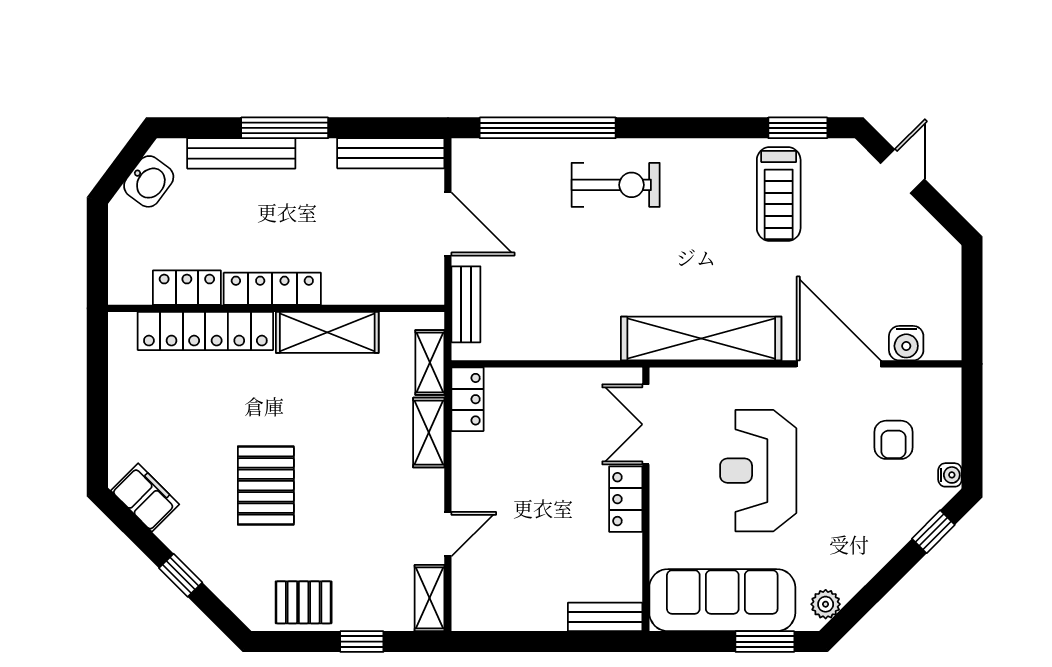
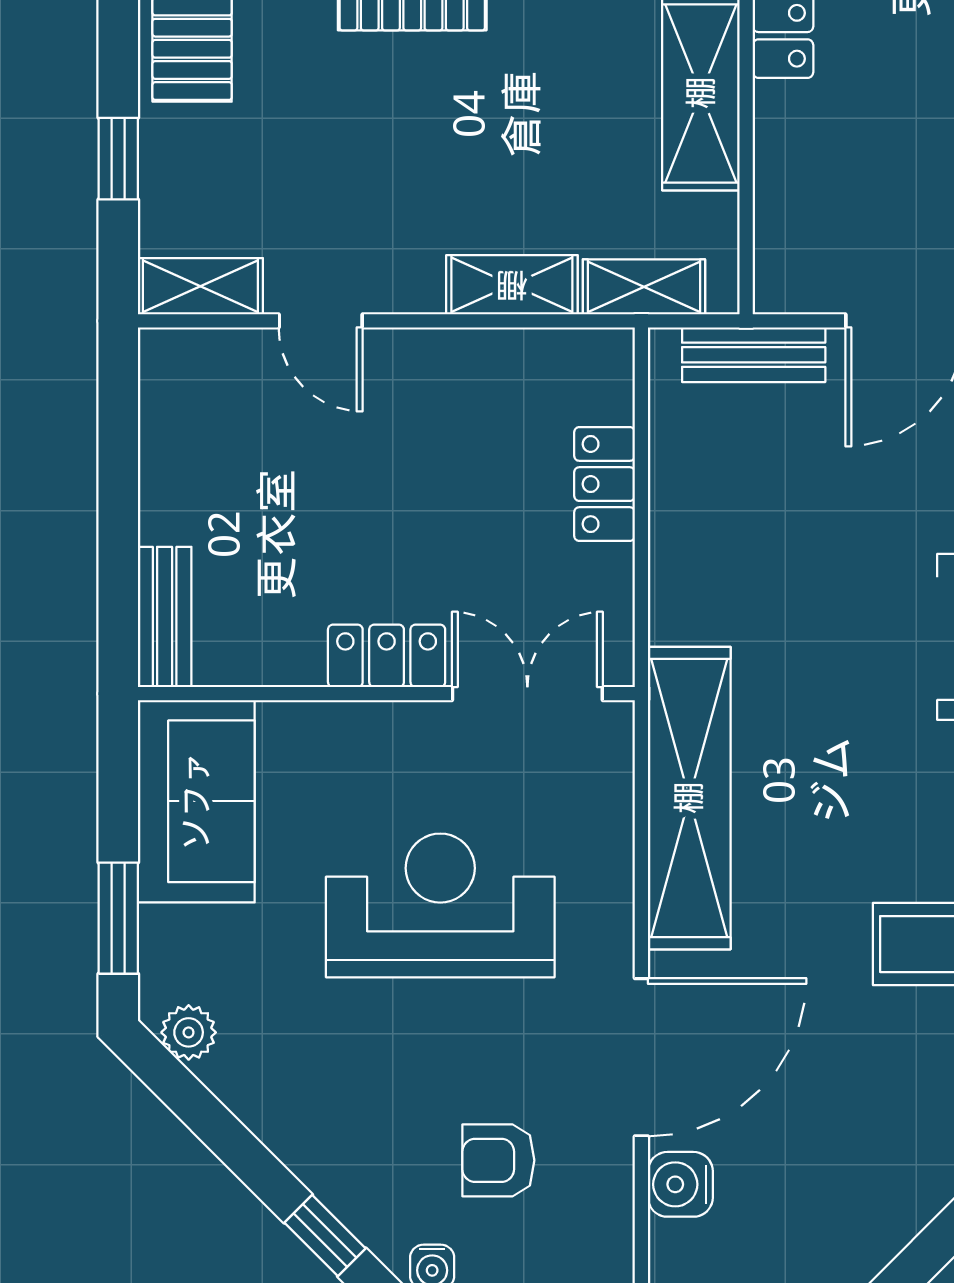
locker: (468, 399) -> (605, 484), moved, turned 90
sofa: (722, 600) -> (196, 801), width x0.73

